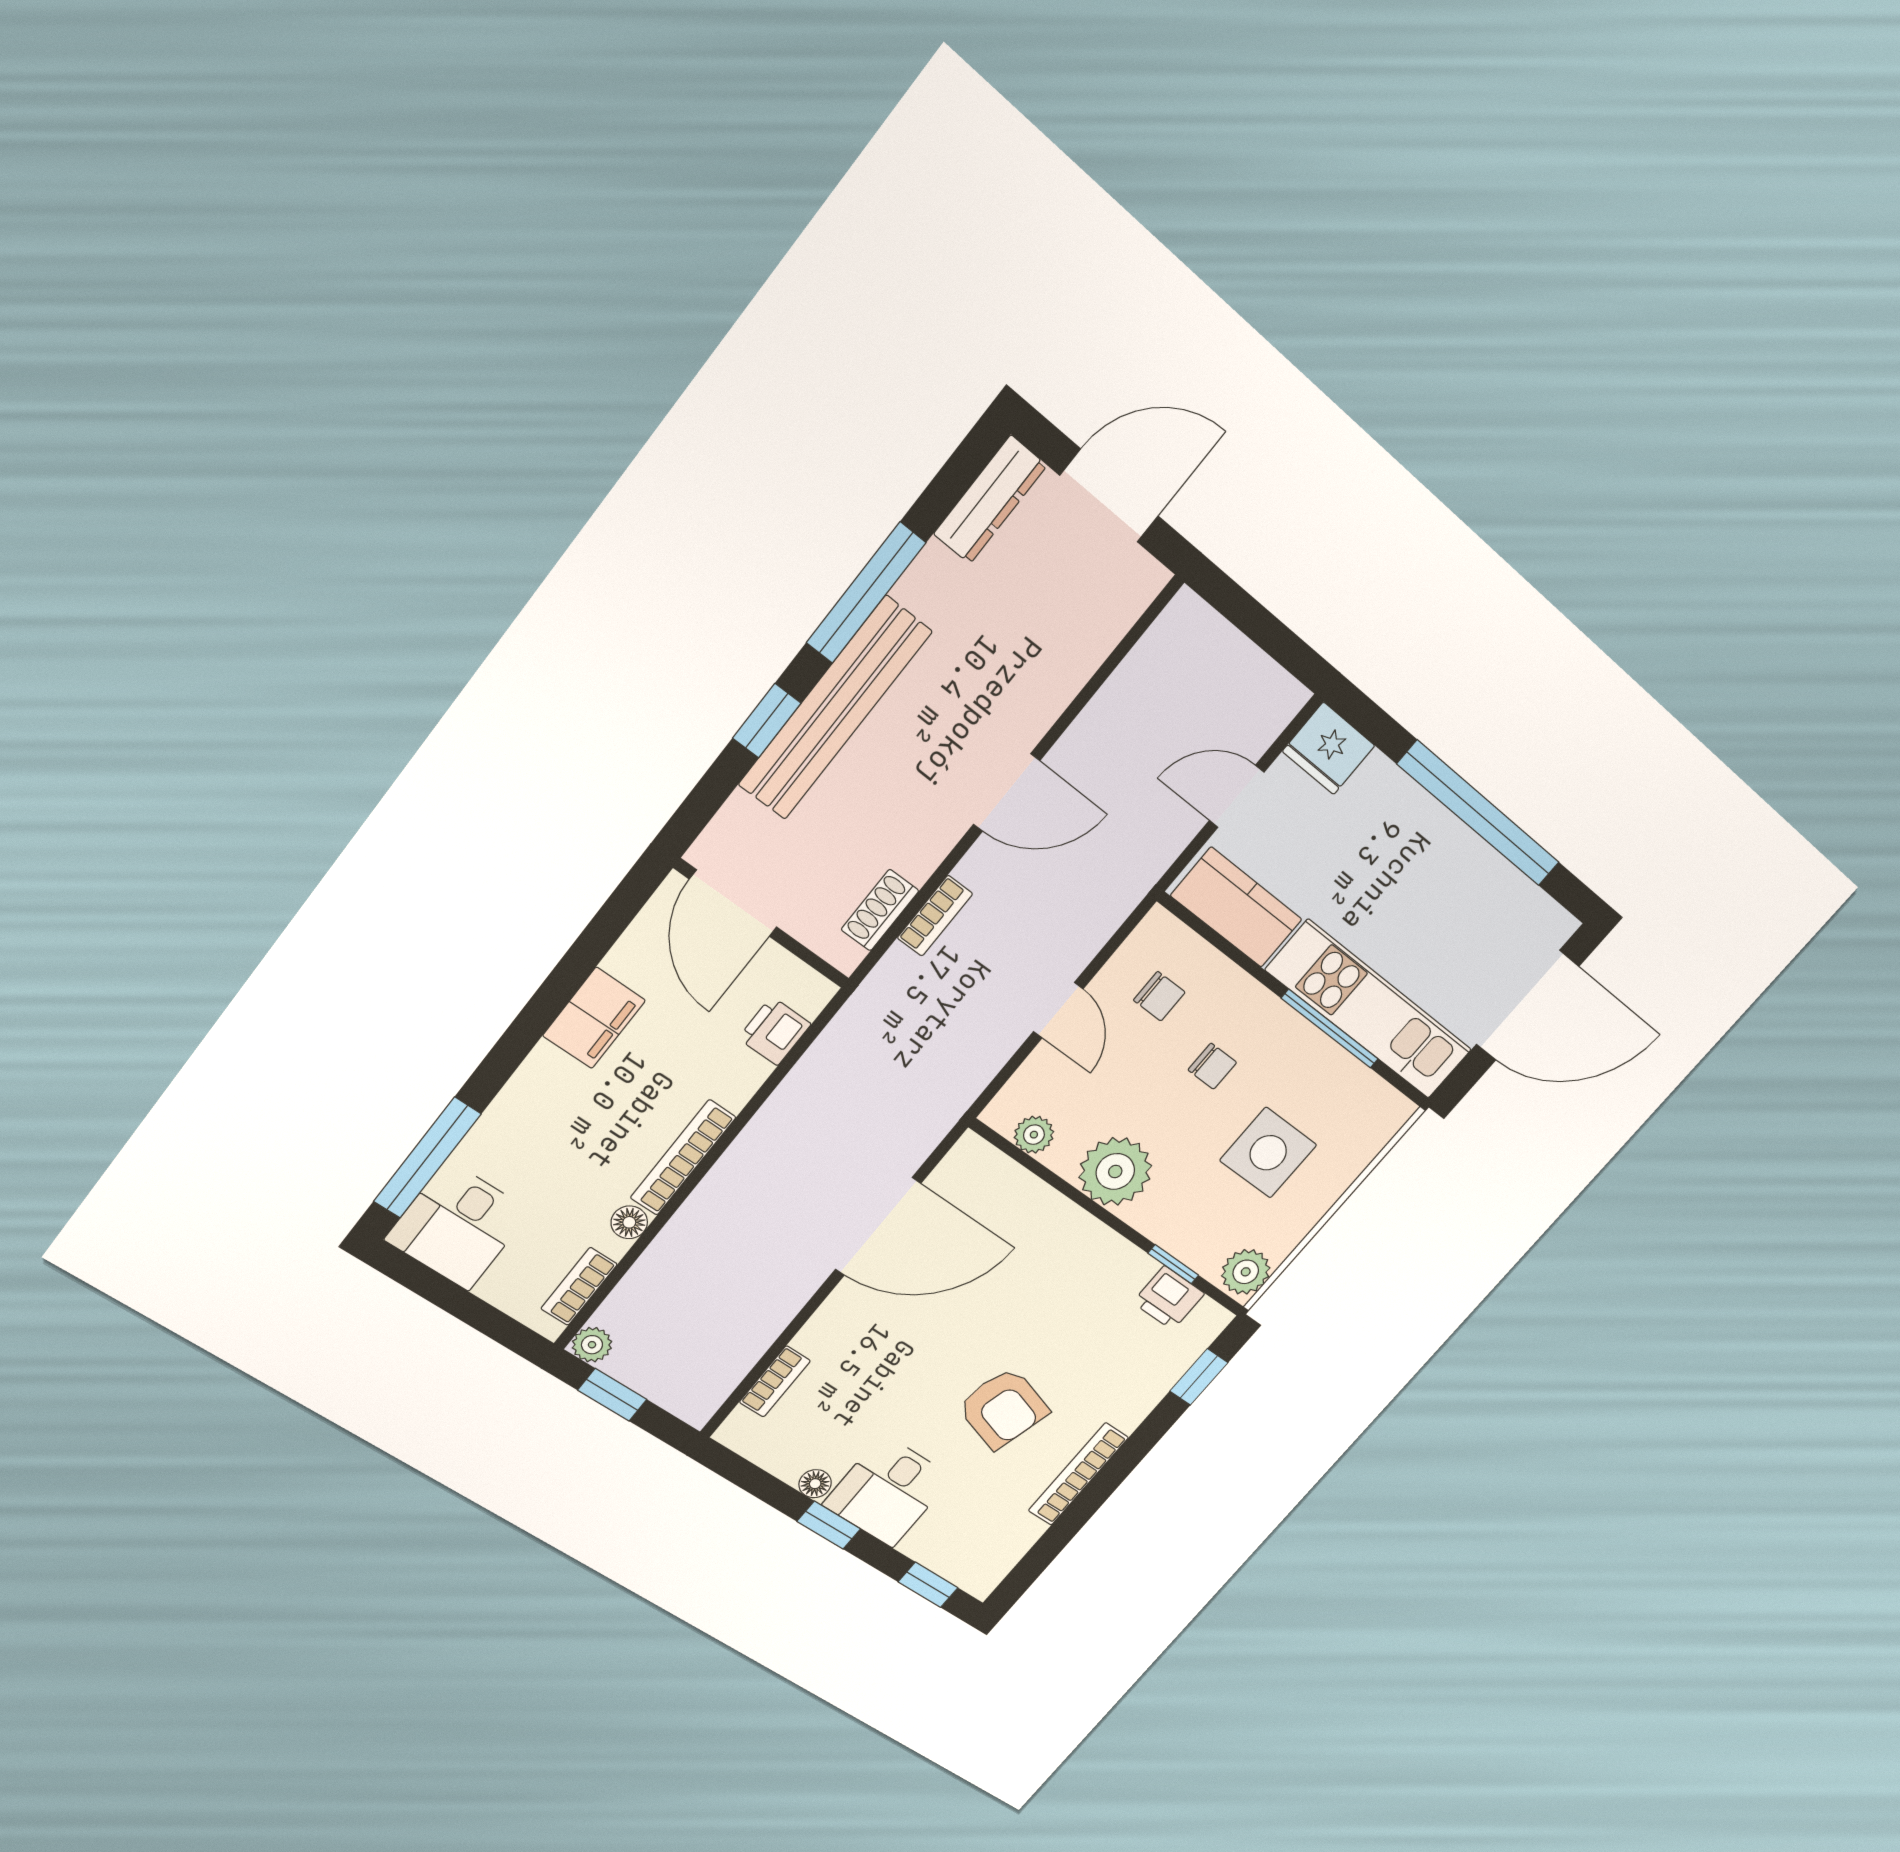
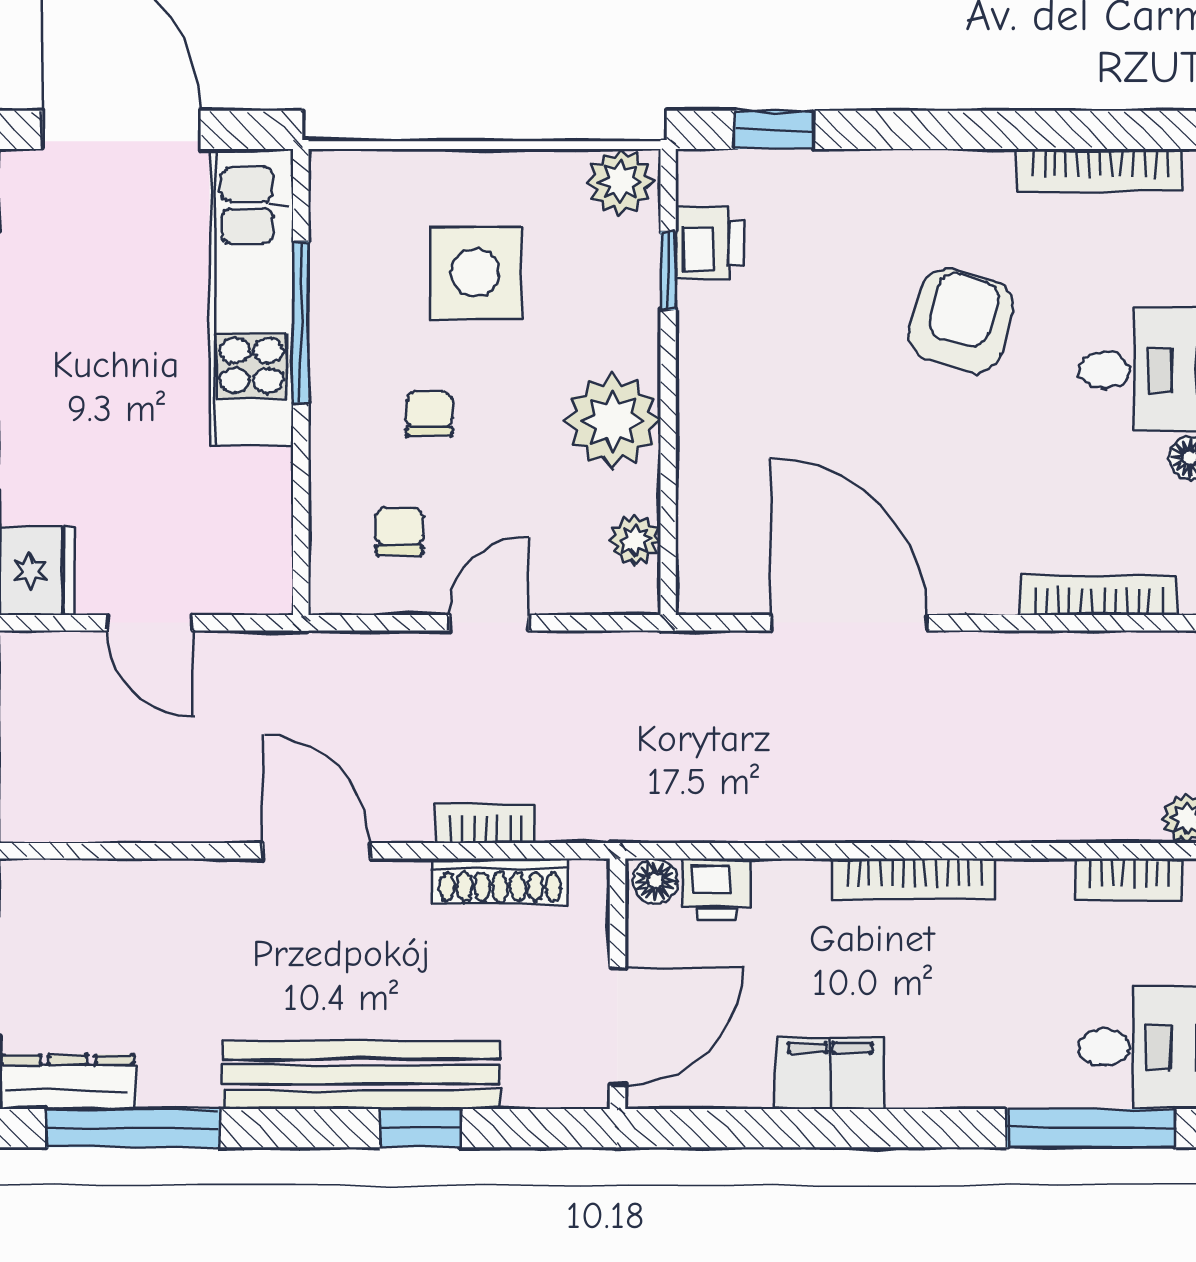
window: (866, 593) -> (133, 1128), moved
kitchen counter: (1236, 907) -> (254, 529), removed
shoe rack: (880, 910) -> (500, 881), width x1.43
floor lamp: (629, 1222) -> (655, 881), moved
bookcase: (775, 1381) -> (1099, 595), width x1.56
bookcase: (1078, 1474) -> (1100, 170), moved

